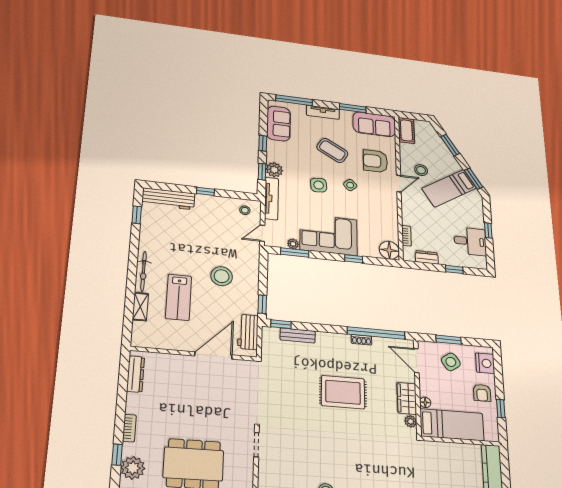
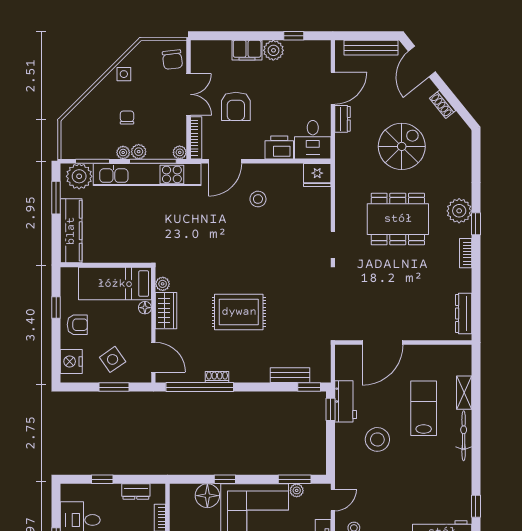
floor lamp: (389, 250) -> (207, 496), moved
workbench: (248, 332) -> (346, 401), moved
armchair: (482, 393) -> (77, 325), turned 90

